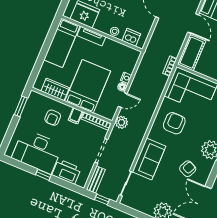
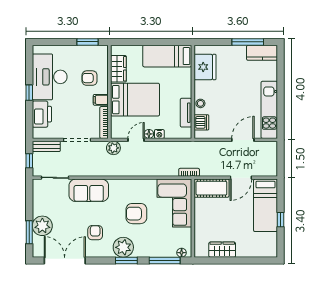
tv unit: (91, 36) -> (186, 113), moved
door: (123, 100) -> (136, 140), swing flipped
armchair: (174, 123) -> (136, 214), moved, turned 180
armchair: (188, 169) -> (95, 233), turned -115

